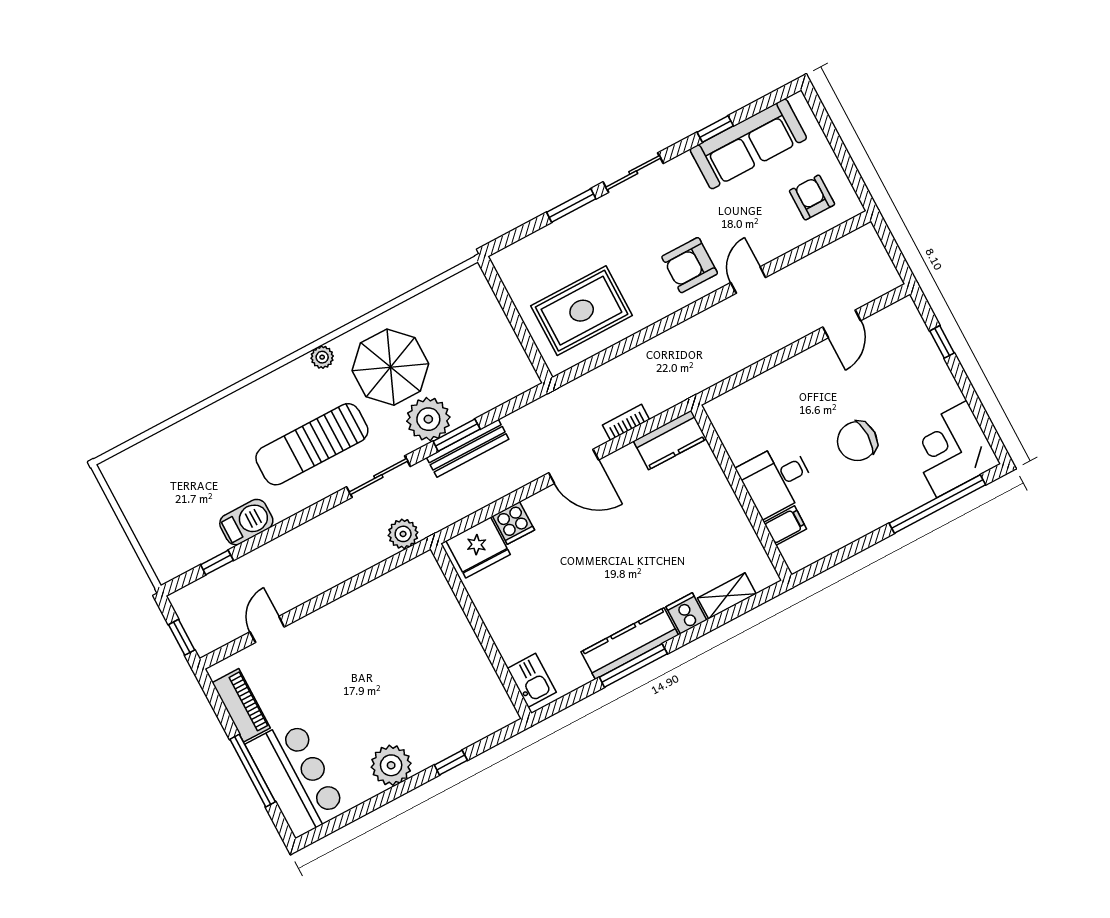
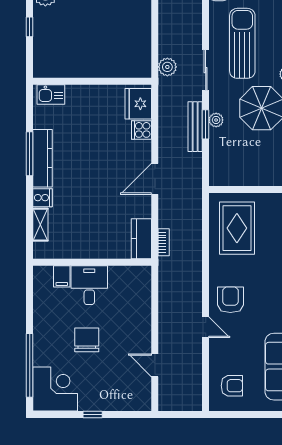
window: (942, 342) -> (93, 415), moved
plant: (428, 419) -> (216, 120), width x0.53, depth x0.53
bookcase: (626, 422) -> (164, 242), moved

